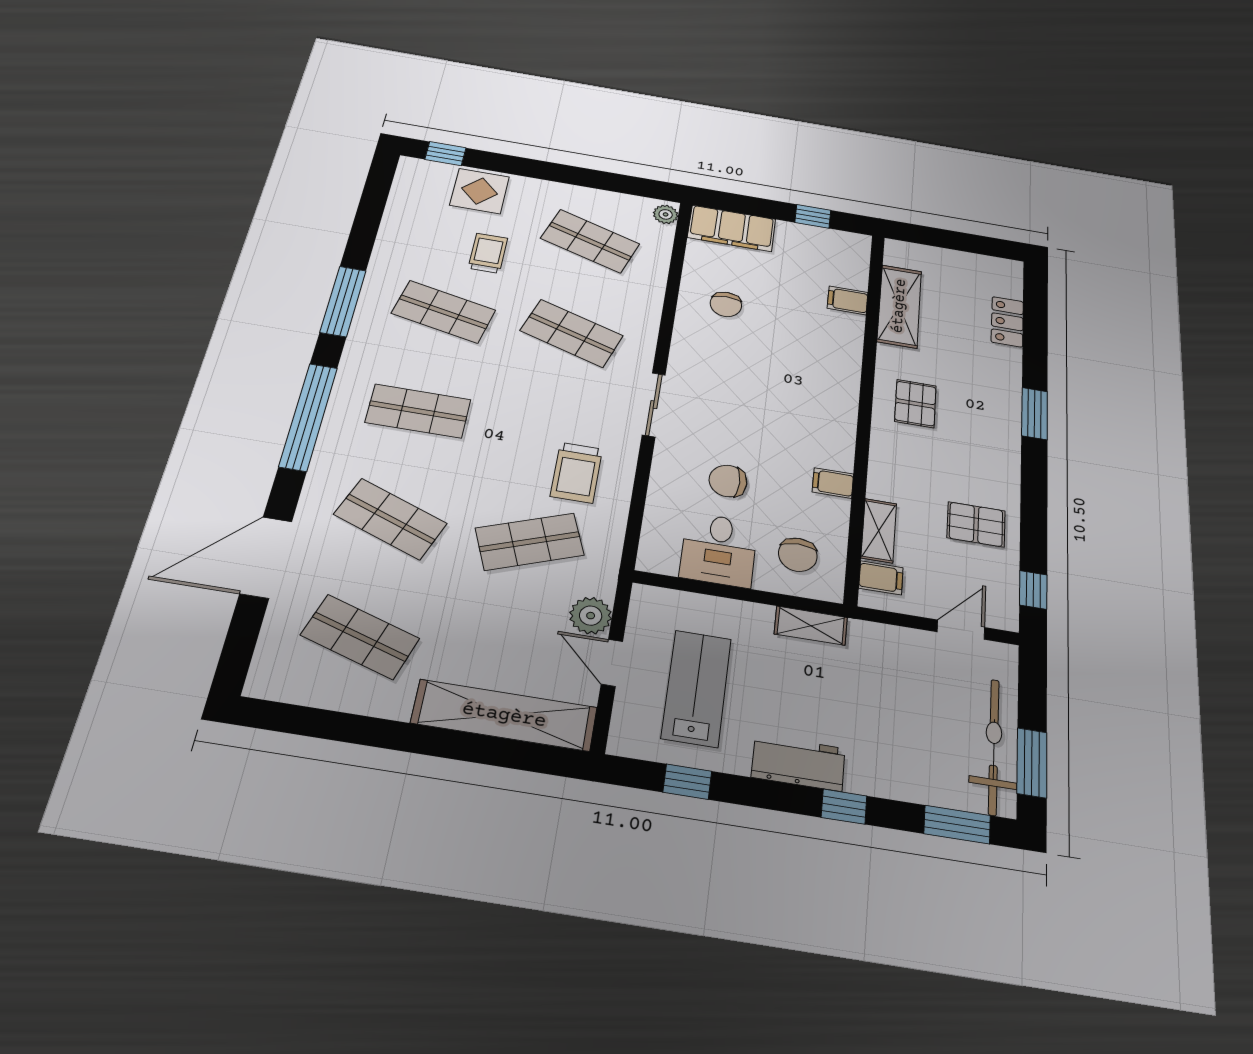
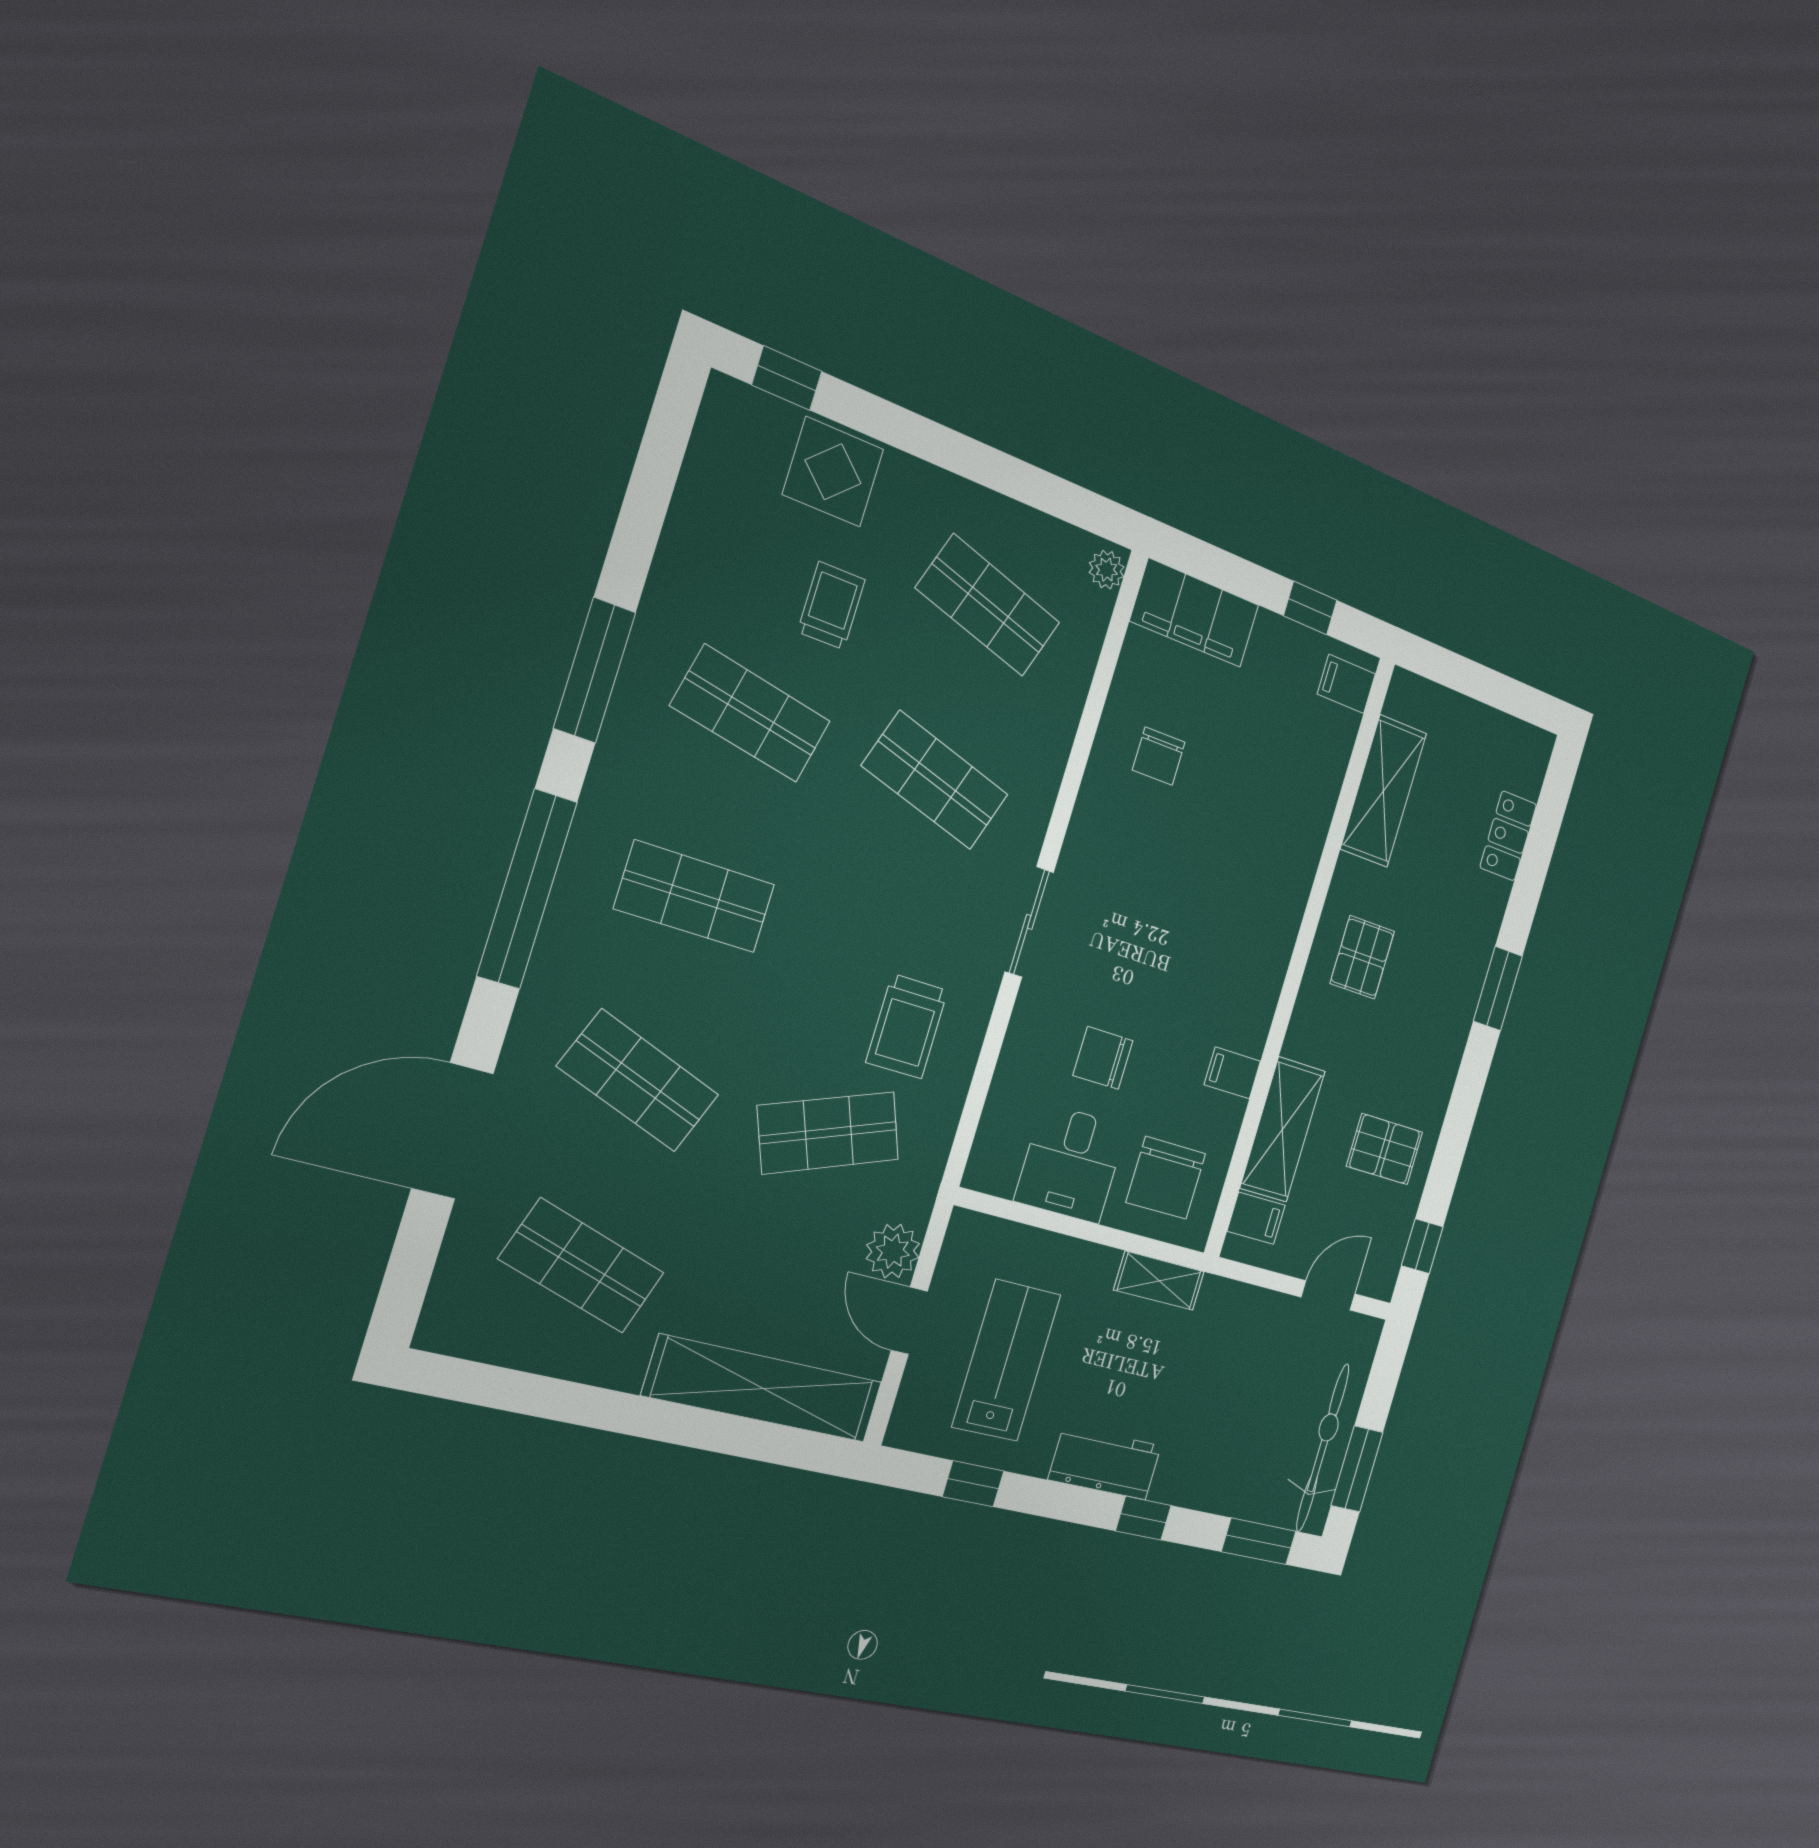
filing cabinet: (848, 300) -> (1346, 684), moved
shelving: (879, 531) -> (1282, 1129), width x1.50, depth x1.33
chair: (798, 555) -> (1166, 1178), width x1.37, depth x1.37

